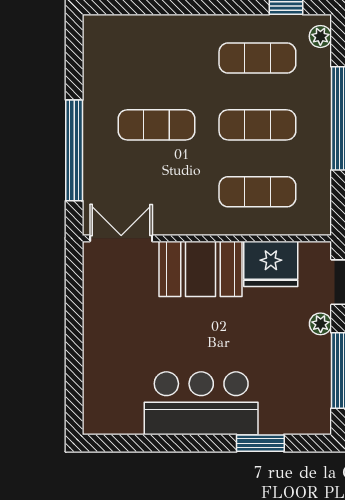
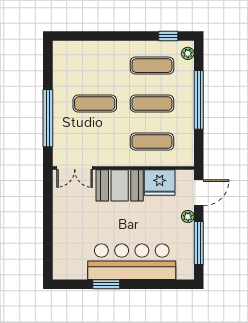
double door: (121, 238) -> (75, 168), swing flipped
bar counter: (201, 403) -> (132, 262), width x1.36
window: (260, 443) -> (106, 284), moved

